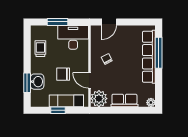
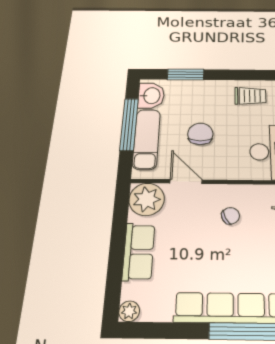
door: (89, 80) -> (186, 182), hinge flipped
washbasin: (37, 82) -> (151, 96), moved, turned -90
window: (58, 110) -> (129, 124), width x2.17

